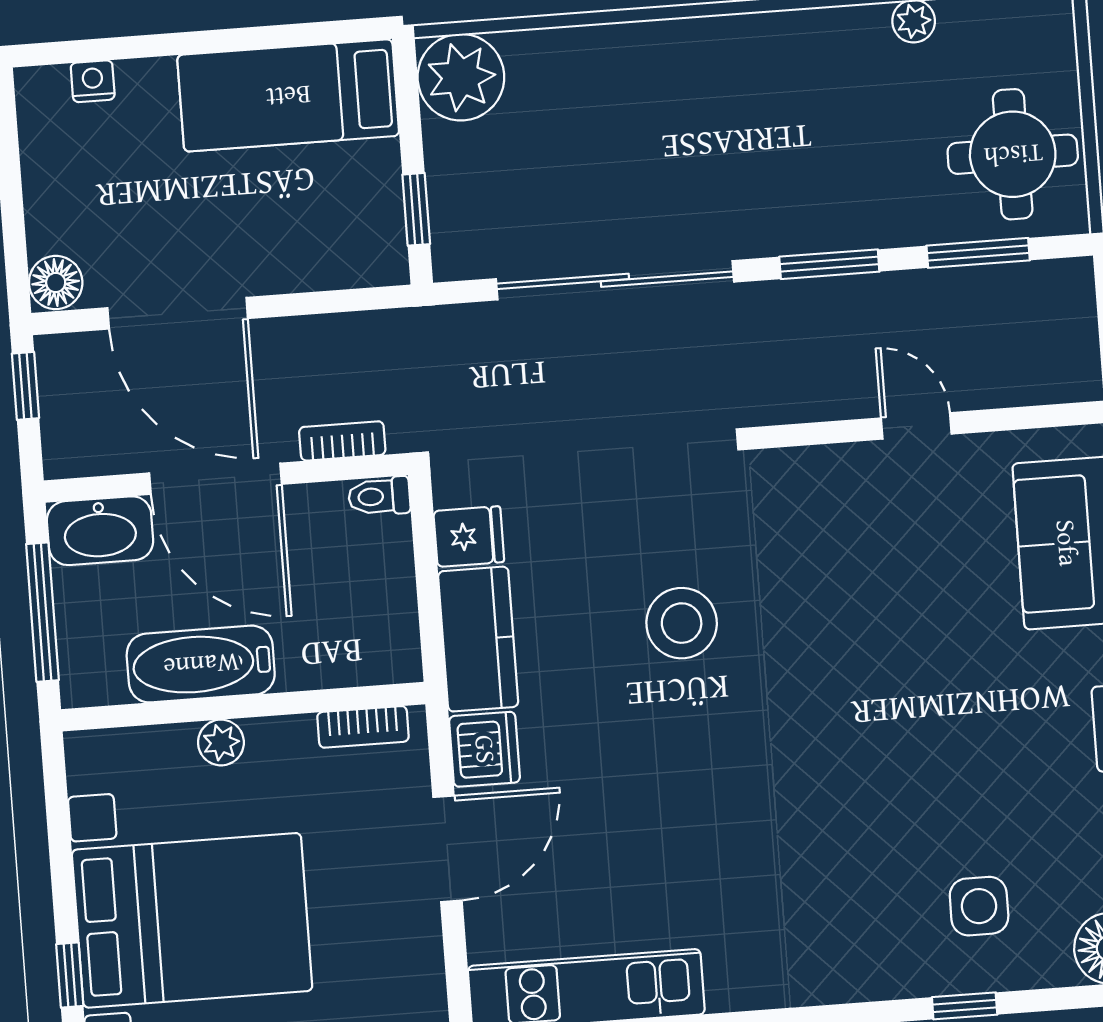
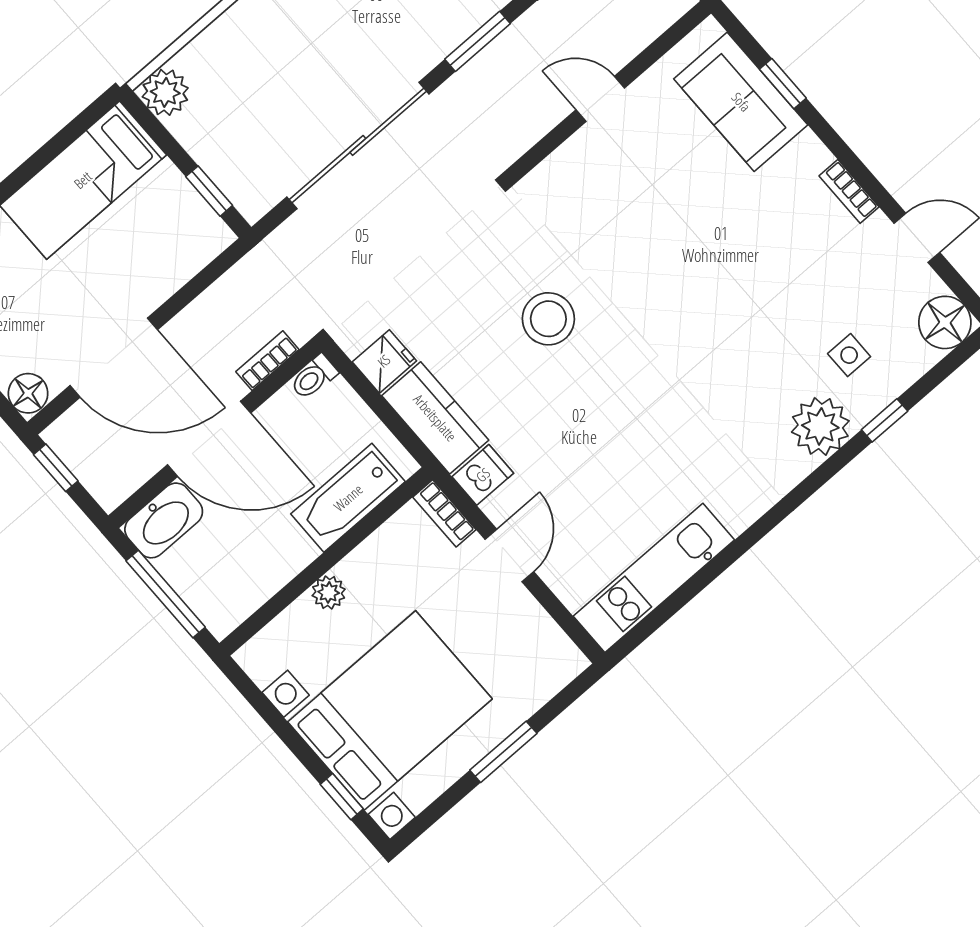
plant: (461, 77) -> (165, 92), width x0.73, depth x0.73
bathtub: (201, 664) -> (348, 498), moved
bookcase: (363, 727) -> (444, 513), moved, turned 90
dishwasher: (484, 749) -> (483, 475), width x0.73
door: (447, 849) -> (509, 555), width x0.73
side table: (979, 906) -> (849, 355), width x0.73, depth x0.73
plant: (890, 960) -> (820, 426), added

